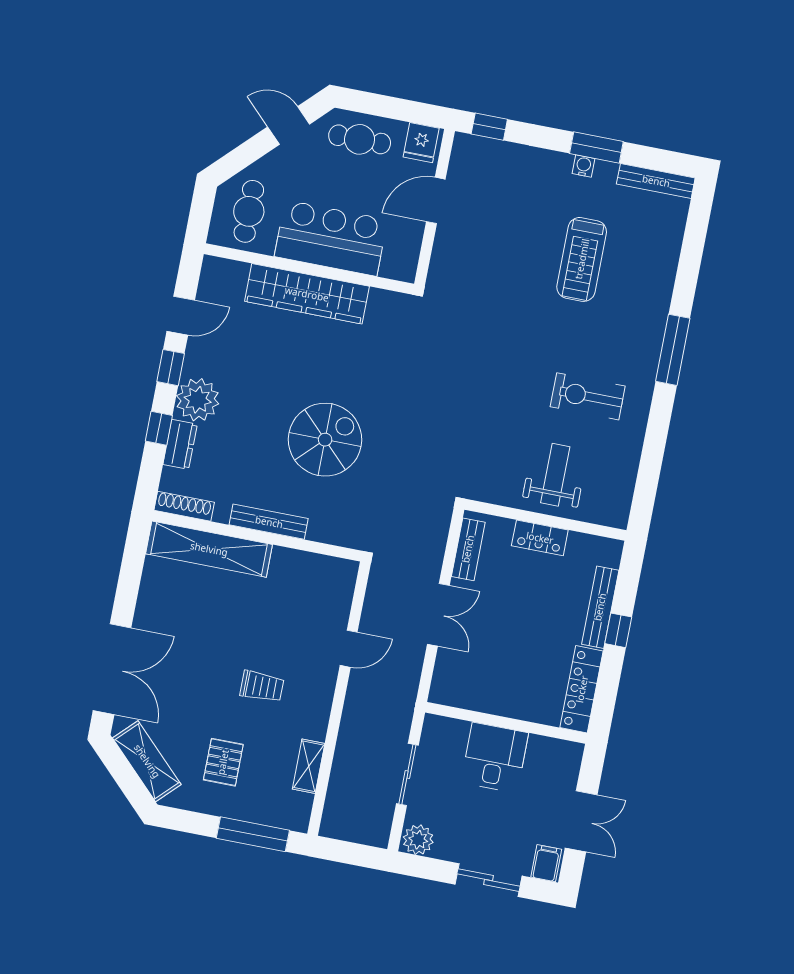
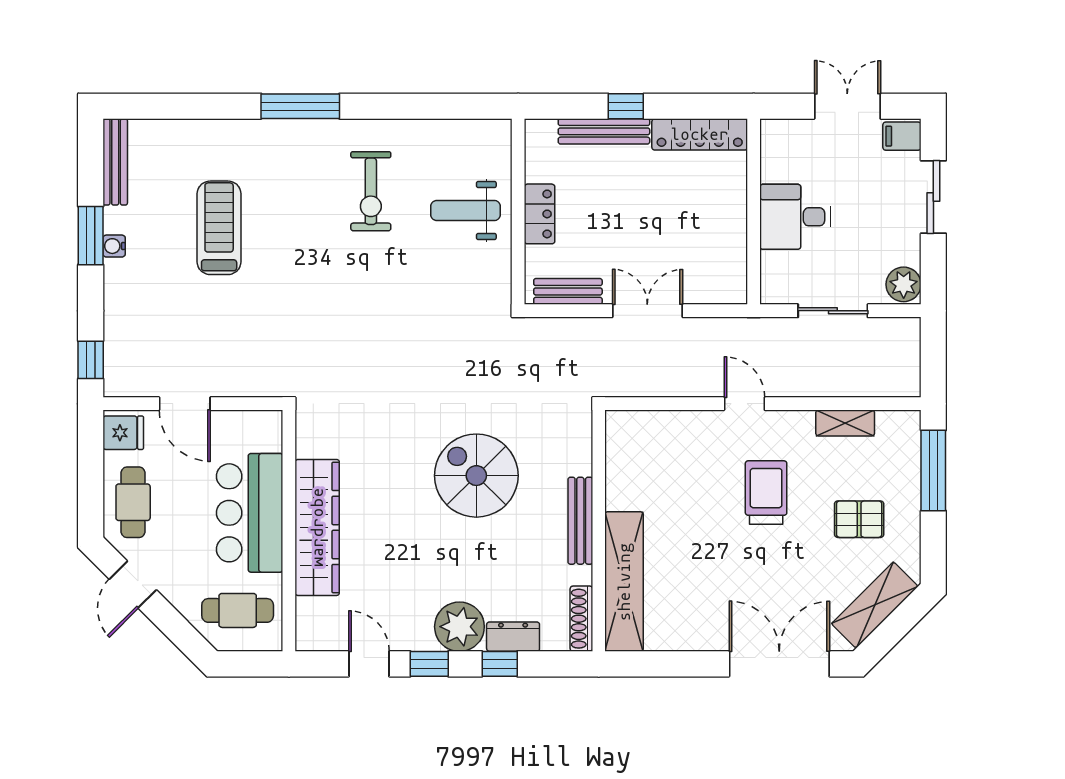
treadmill: (582, 259) -> (219, 228), turned -90
door: (349, 649) -> (744, 404), moved
trolley: (262, 686) -> (766, 493), width x1.36, depth x1.39

